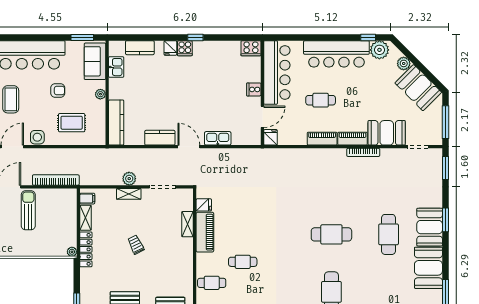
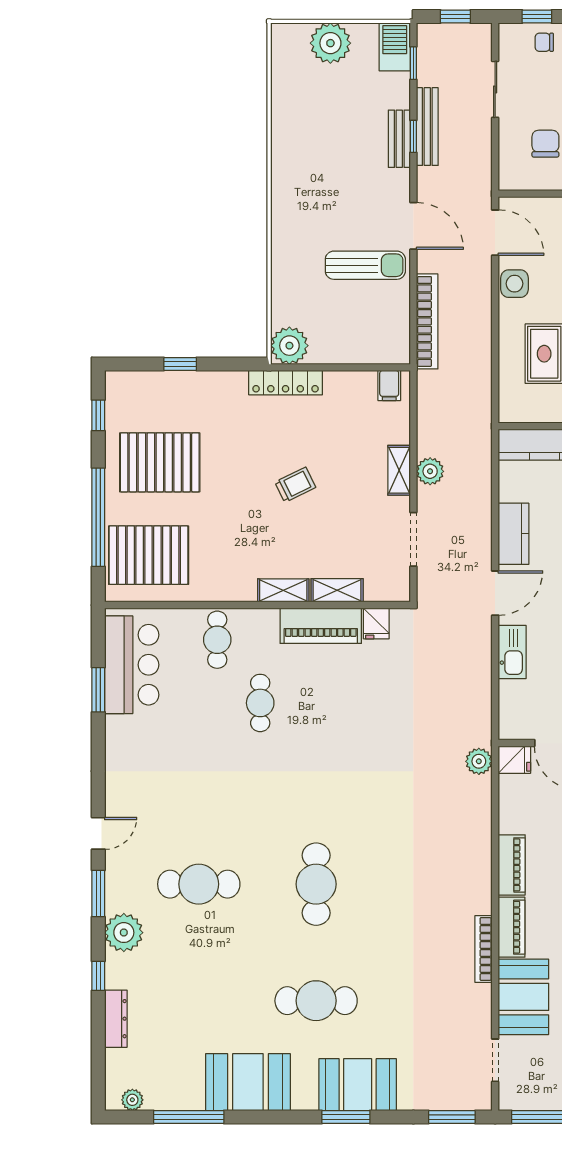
plant: (271, 155) -> (479, 761), added
shelving: (85, 218) -> (283, 590), moved
booth: (430, 227) -> (358, 1085), moved
plant: (72, 252) -> (289, 346), width x1.88, depth x1.88

